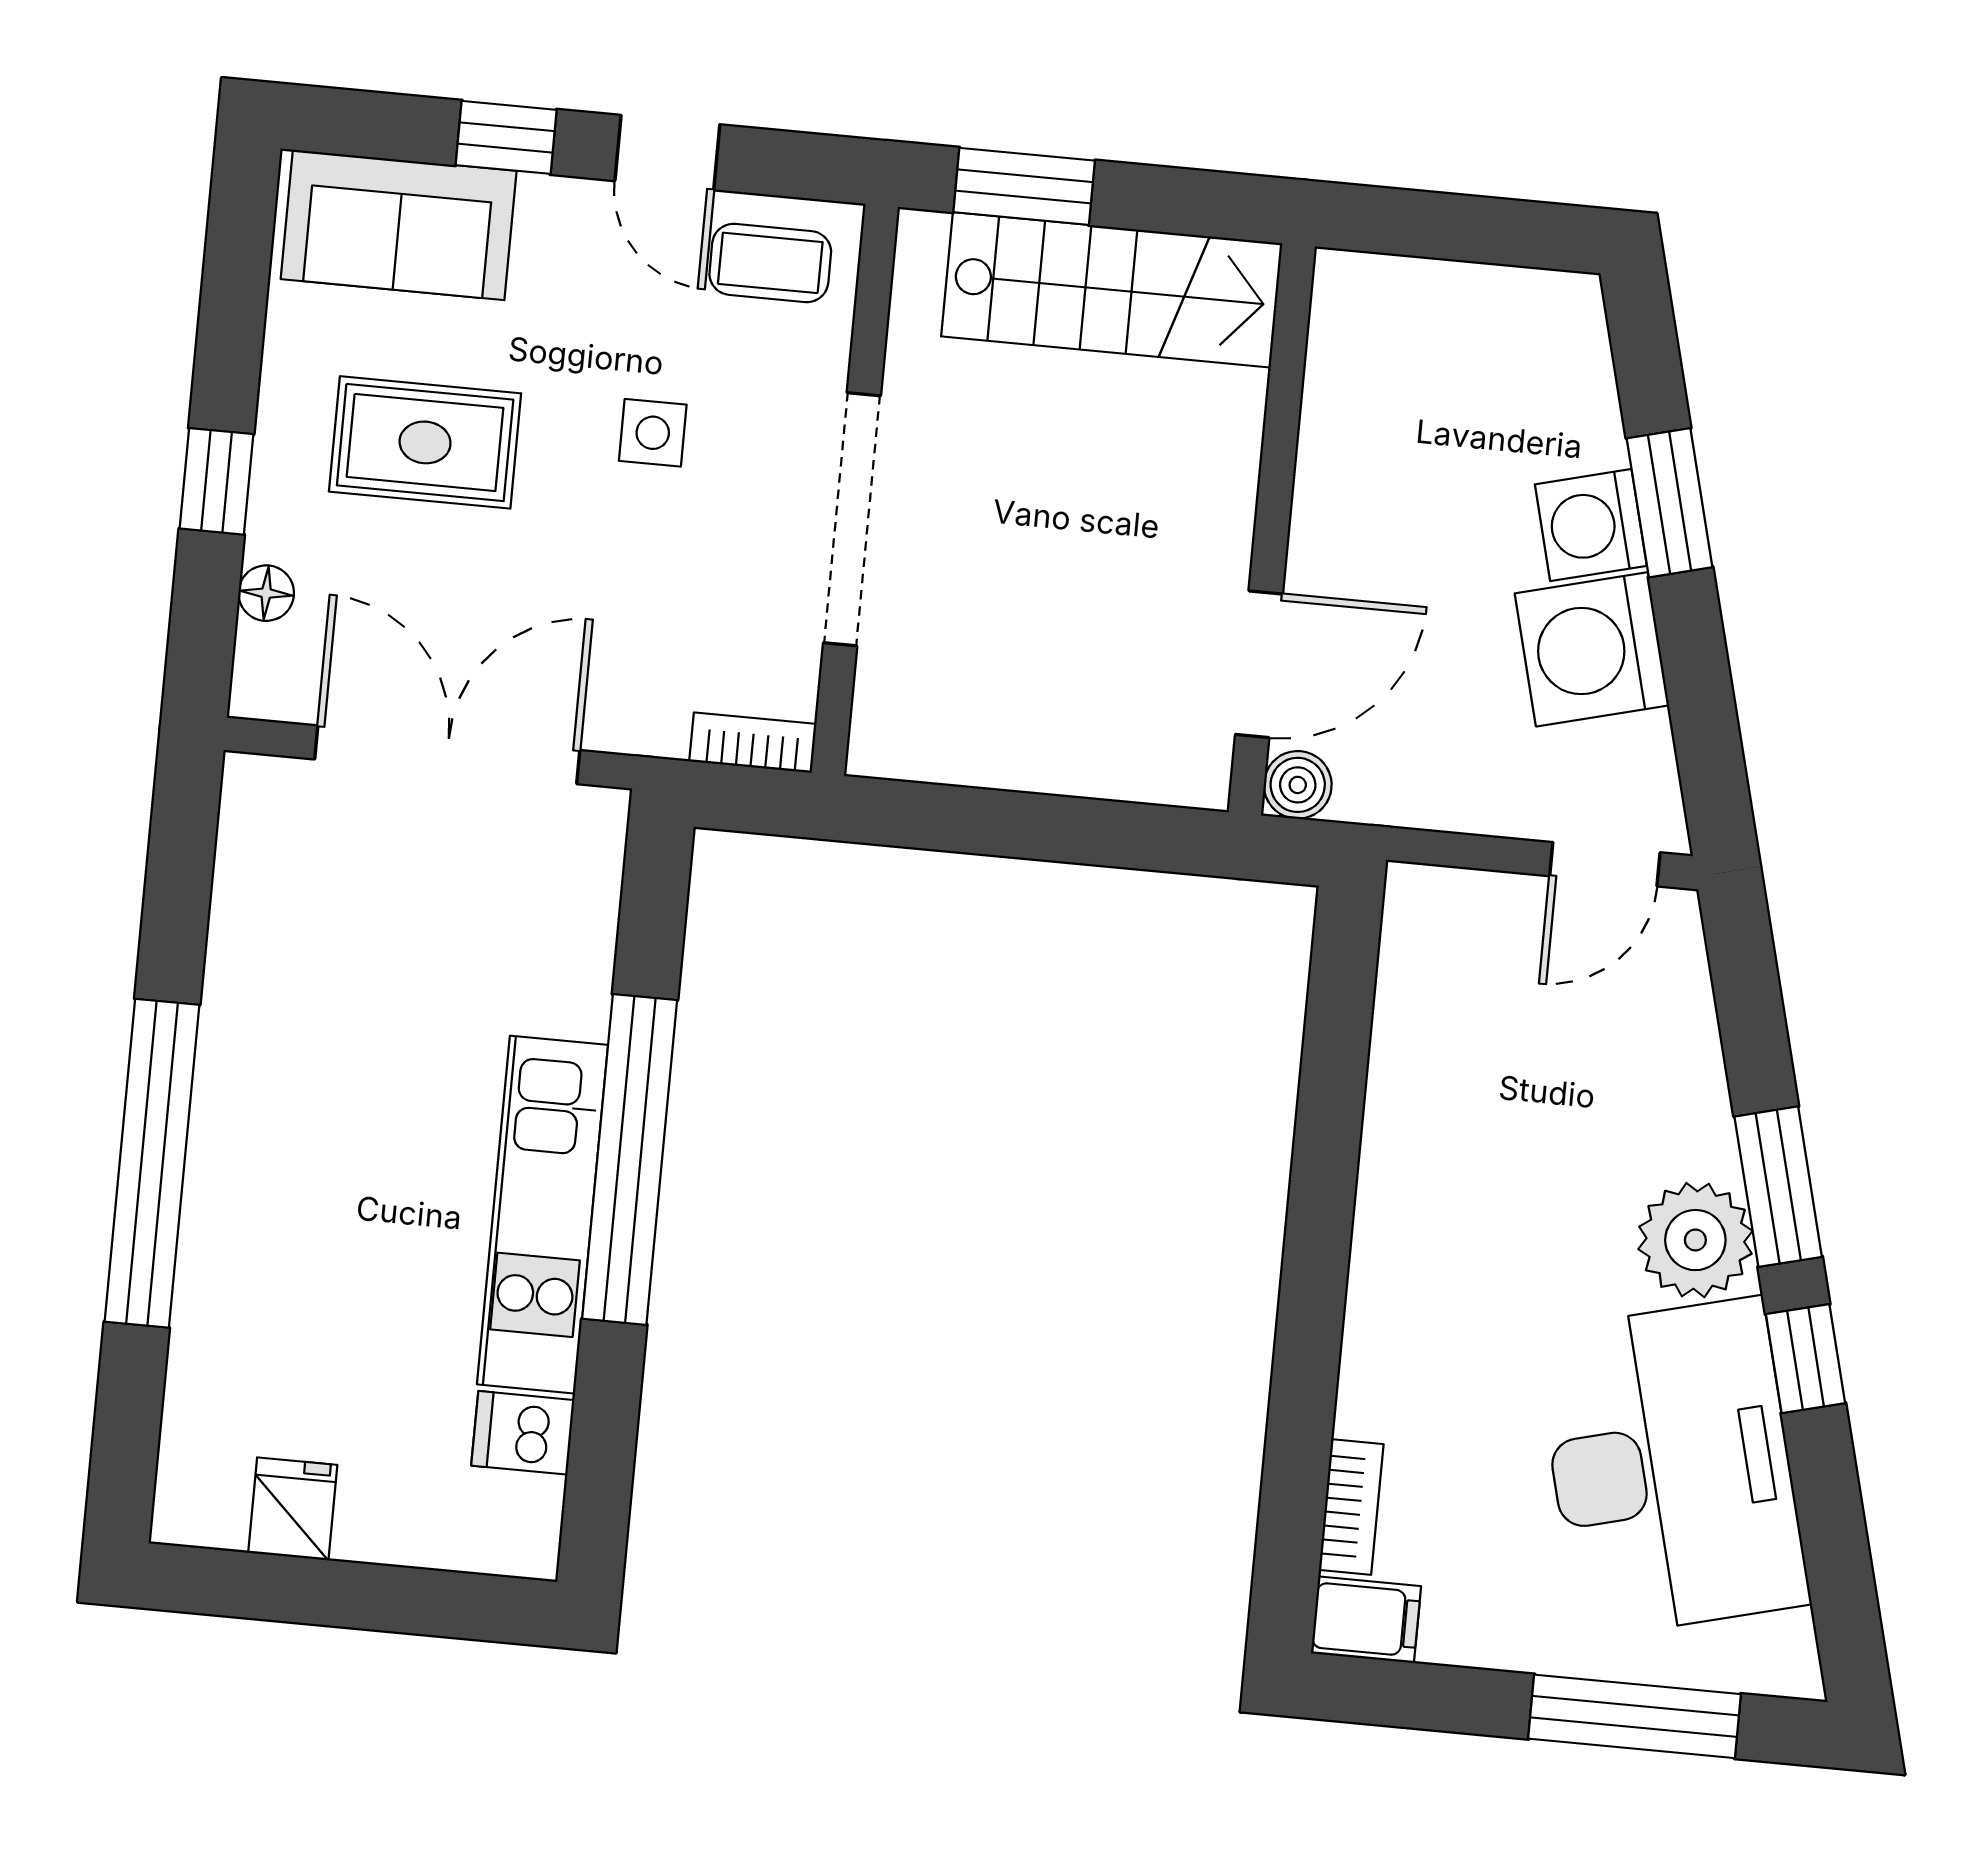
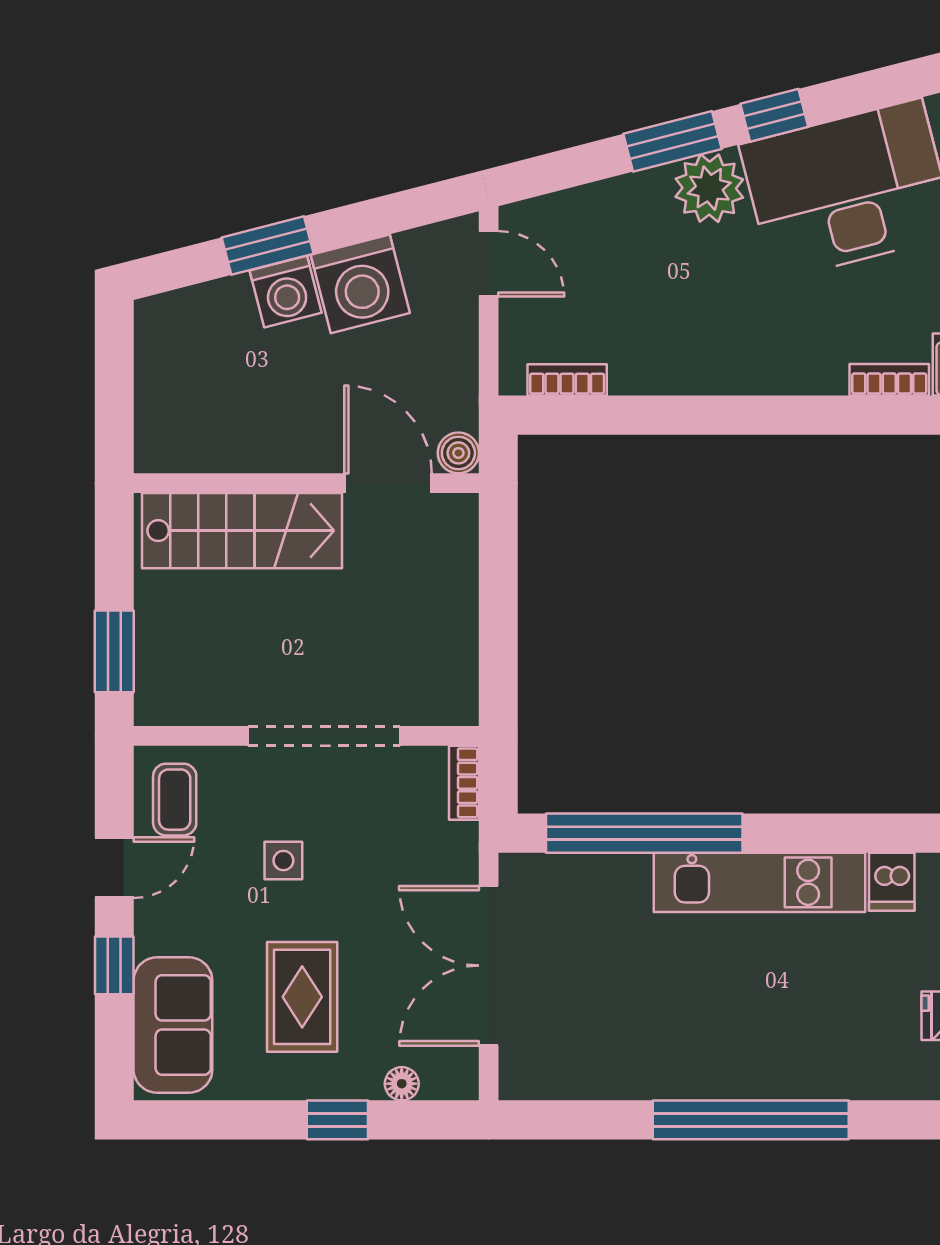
stairs: (1112, 290) -> (242, 531), moved, turned 90
bookcase: (1401, 976) -> (567, 380), added
window: (630, 1159) -> (644, 833), moved

